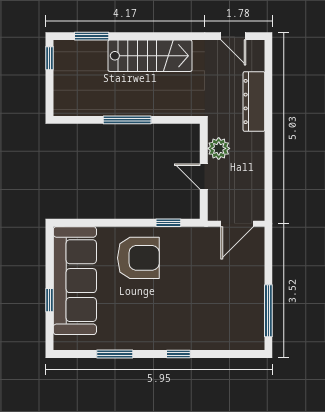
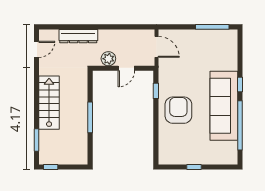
sofa: (75, 281) -> (224, 106), moved, turned -90
window: (50, 300) -> (194, 167), moved
window: (115, 354) -> (240, 125), width x2.11

